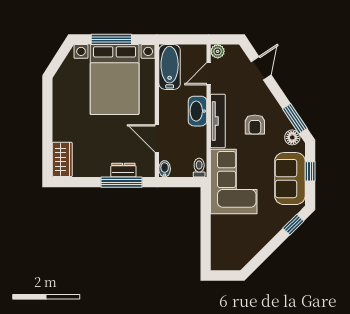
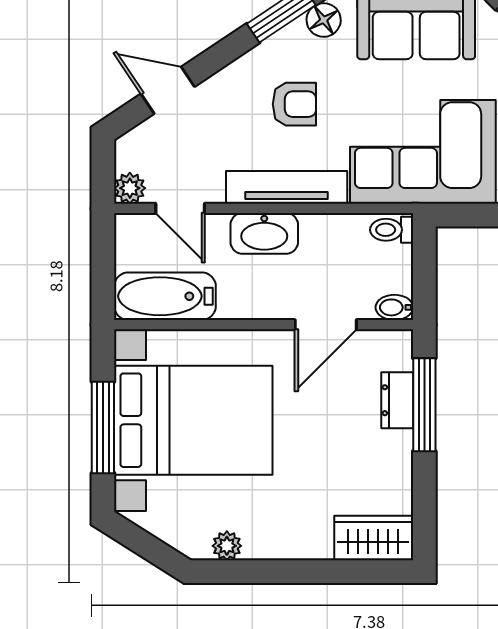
plant: (59, 94) -> (227, 546), added

